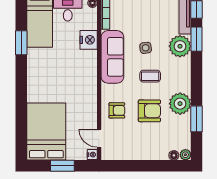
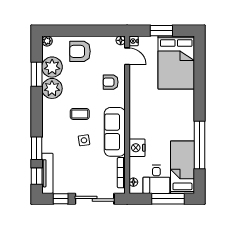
window: (21, 43) -> (200, 145), width x2.11
plant: (180, 46) -> (52, 67), moved
armchair: (149, 111) -> (80, 51), moved
floor lamp: (174, 155) -> (121, 40), moved

